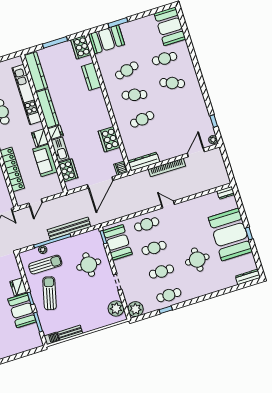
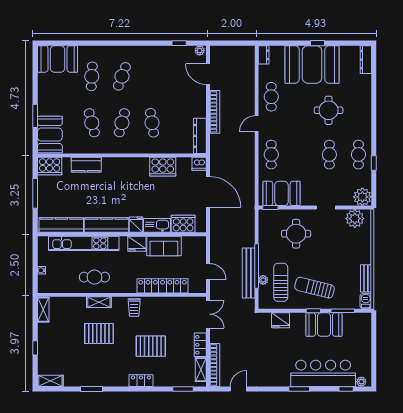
bench: (69, 228) -> (249, 273), moved
cafe table: (154, 248) -> (271, 97), moved
fridge: (18, 287) -> (281, 320), moved

